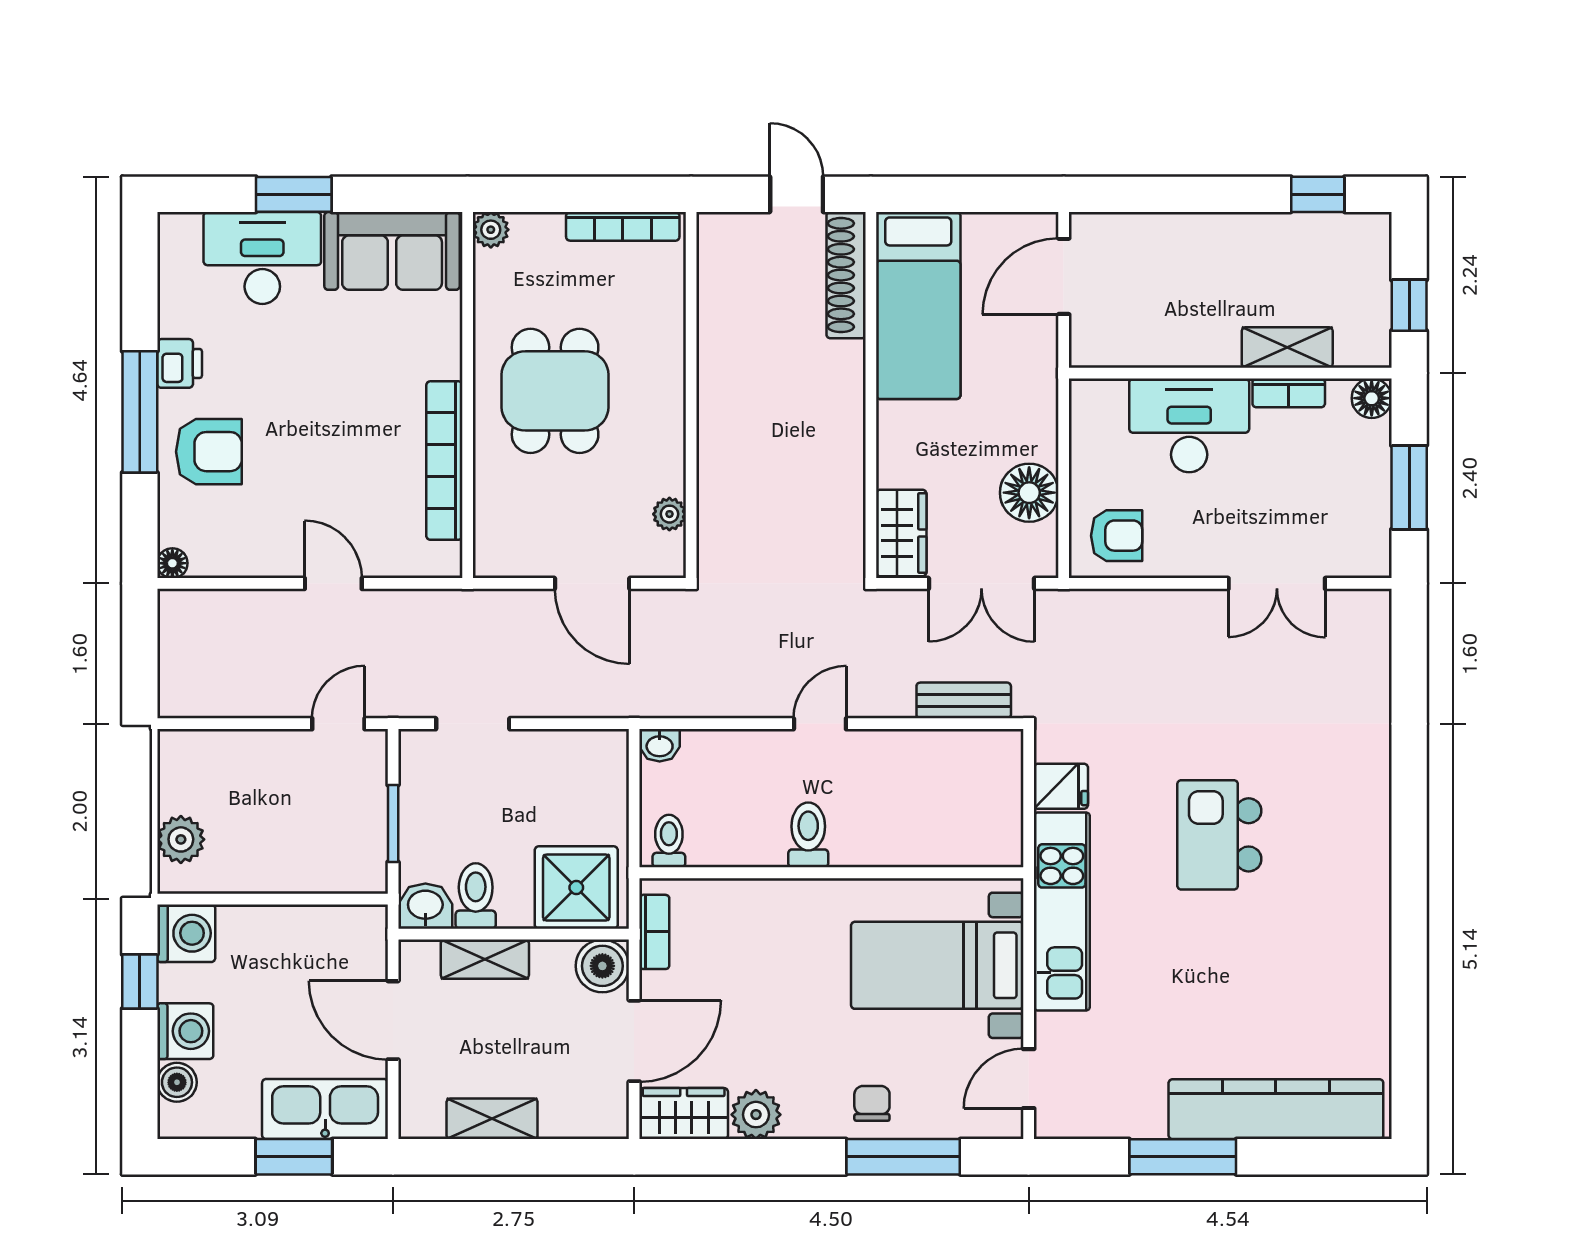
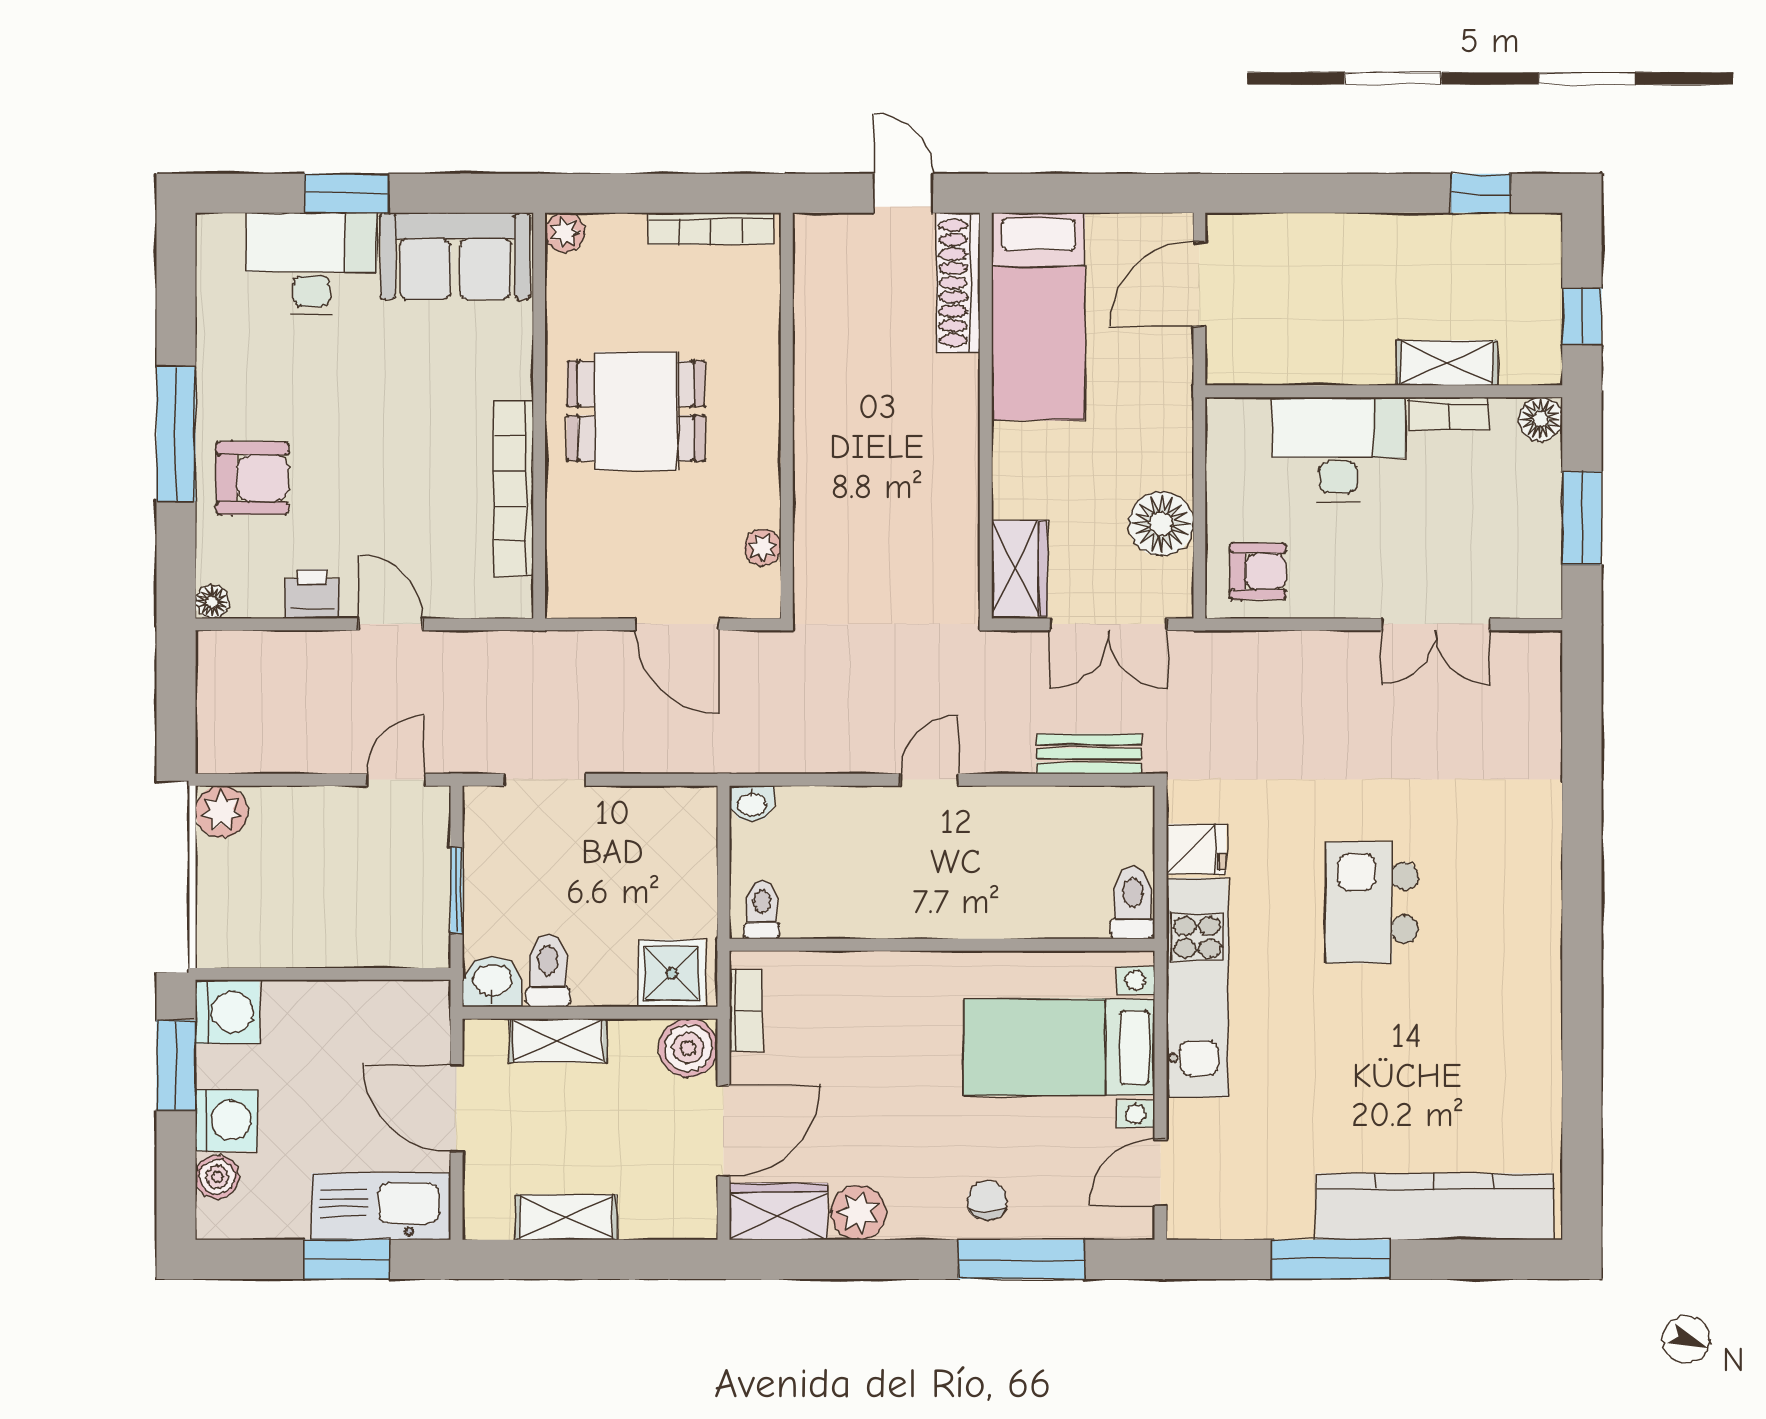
printer: (180, 363) -> (312, 594), moved, turned -90
dining table: (555, 391) -> (636, 411), turned 90
toilet: (808, 835) -> (1133, 903), moved
plant: (181, 839) -> (221, 812), moved
shower: (576, 888) -> (672, 973), width x0.73, depth x0.73
window: (140, 982) -> (176, 1065), width x1.50

